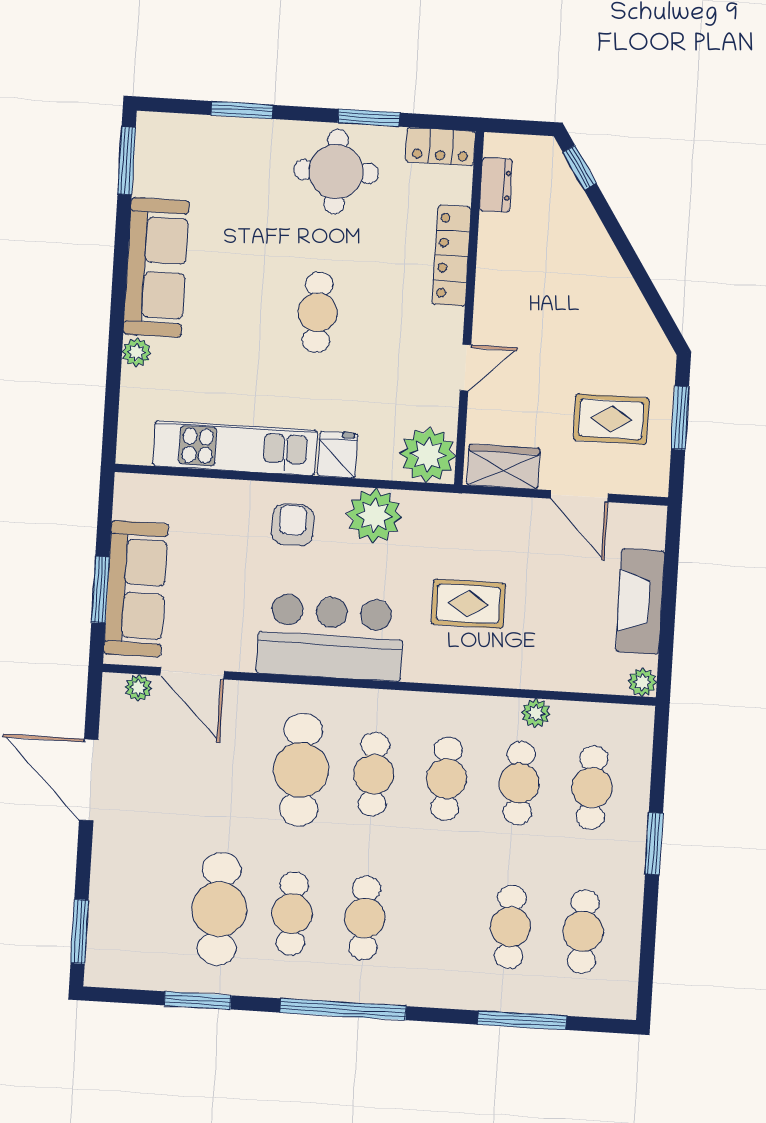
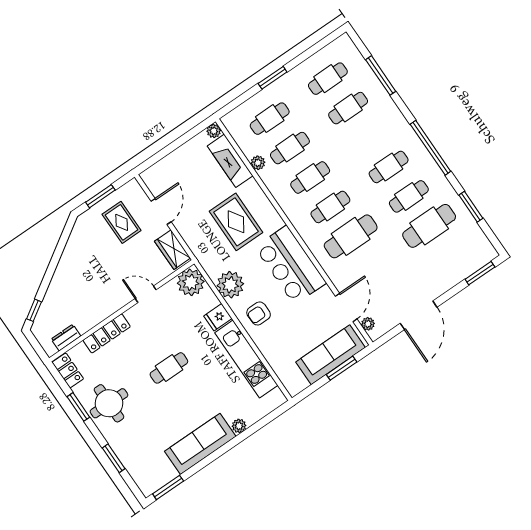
fireplace: (640, 601) -> (230, 161), moved, turned 90
rug: (468, 604) -> (236, 222), width x1.36, depth x1.43

